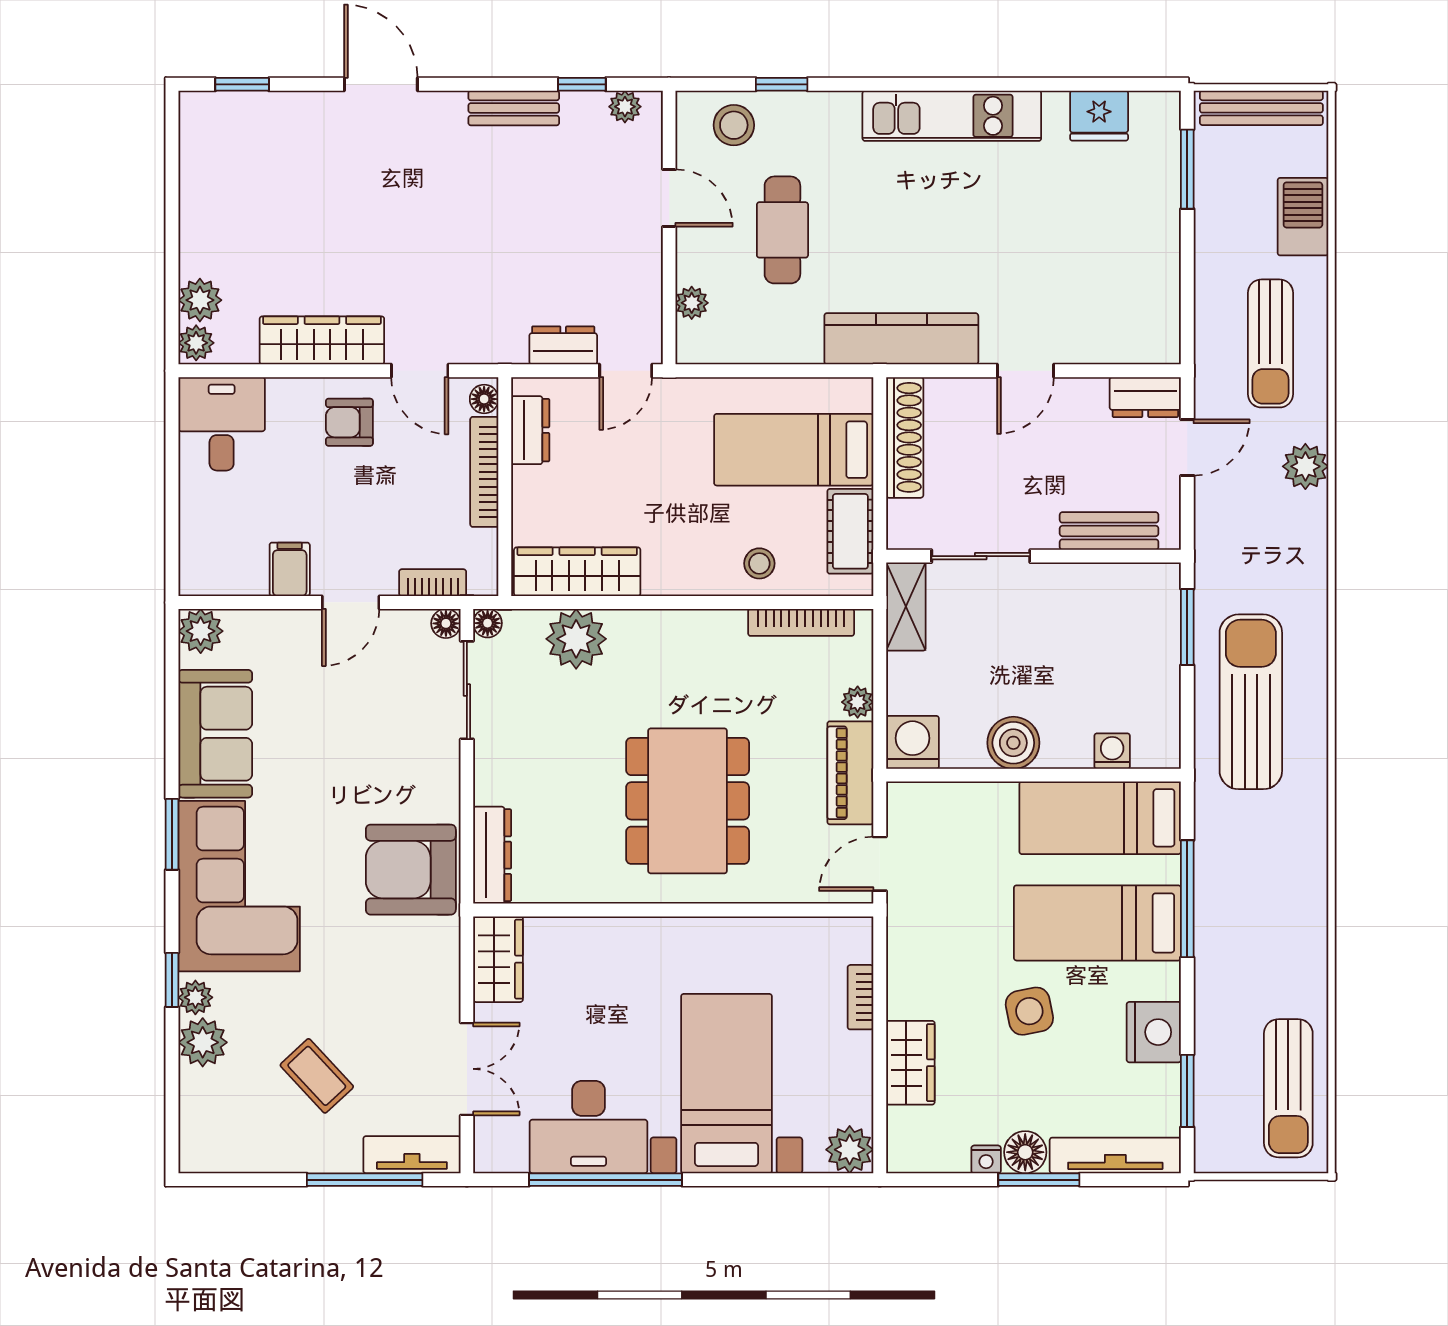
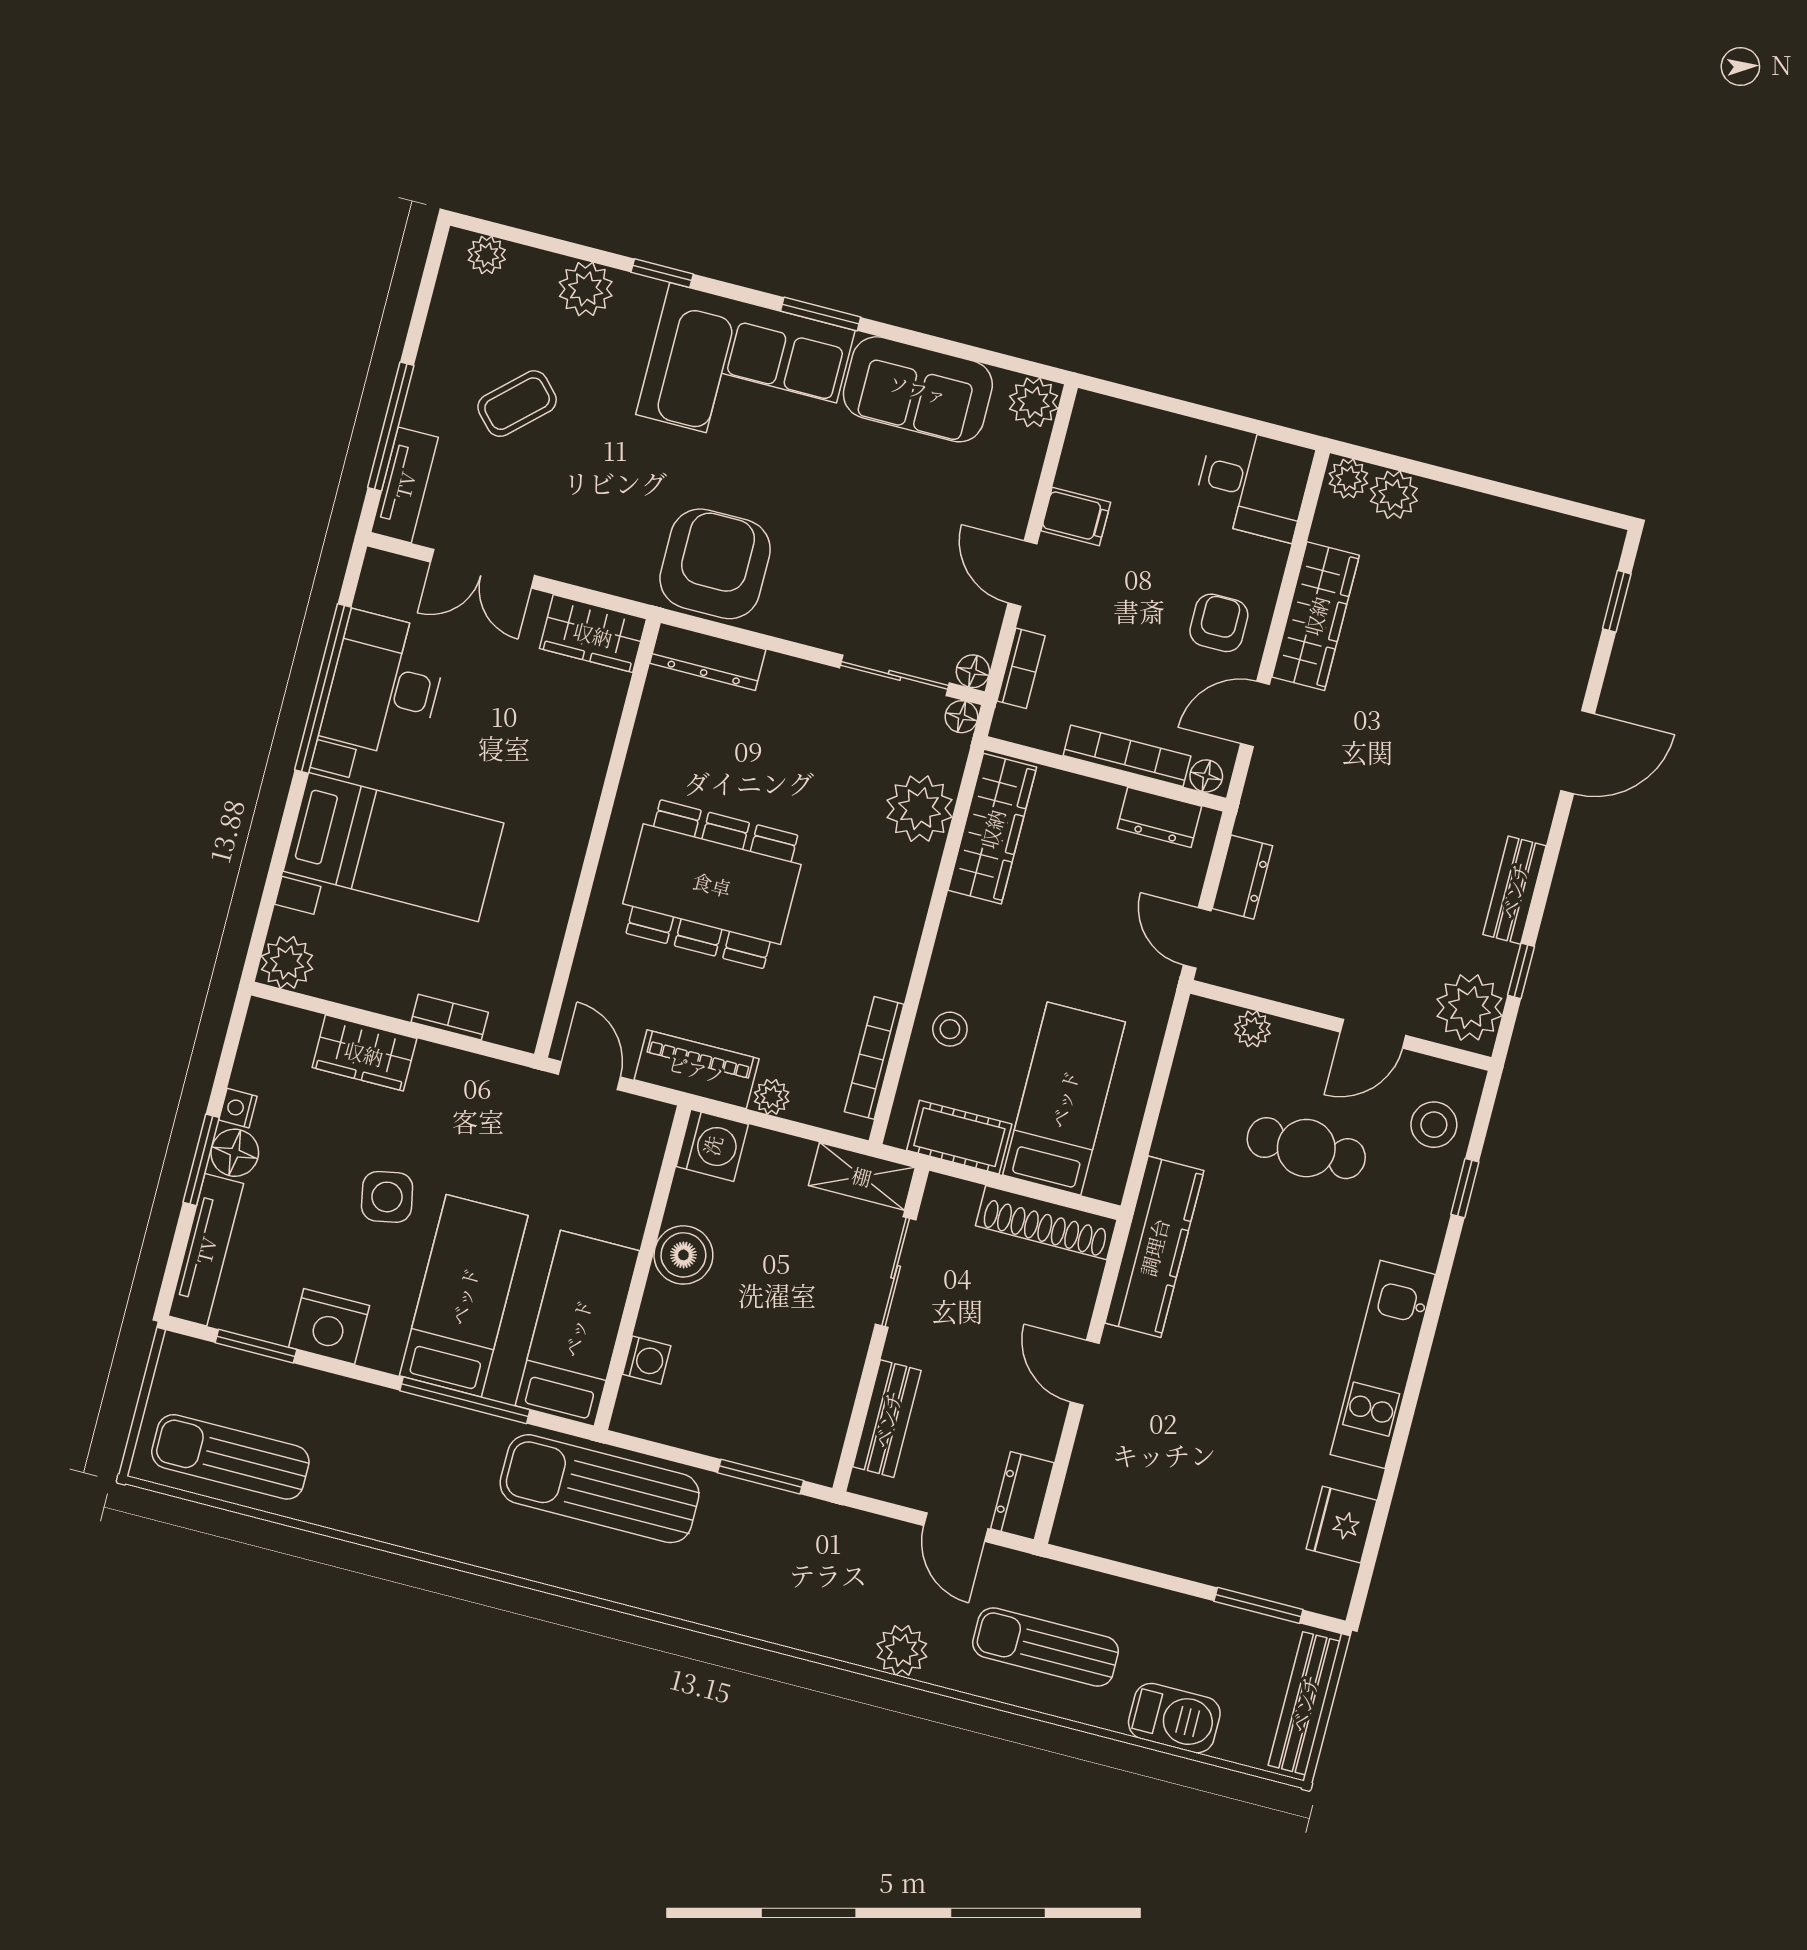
plant: (625, 107) -> (1469, 1007), width x1.87, depth x1.87
sun lounger: (1251, 702) -> (600, 1489), moved, turned 180
plant: (195, 997) -> (487, 255), moved

